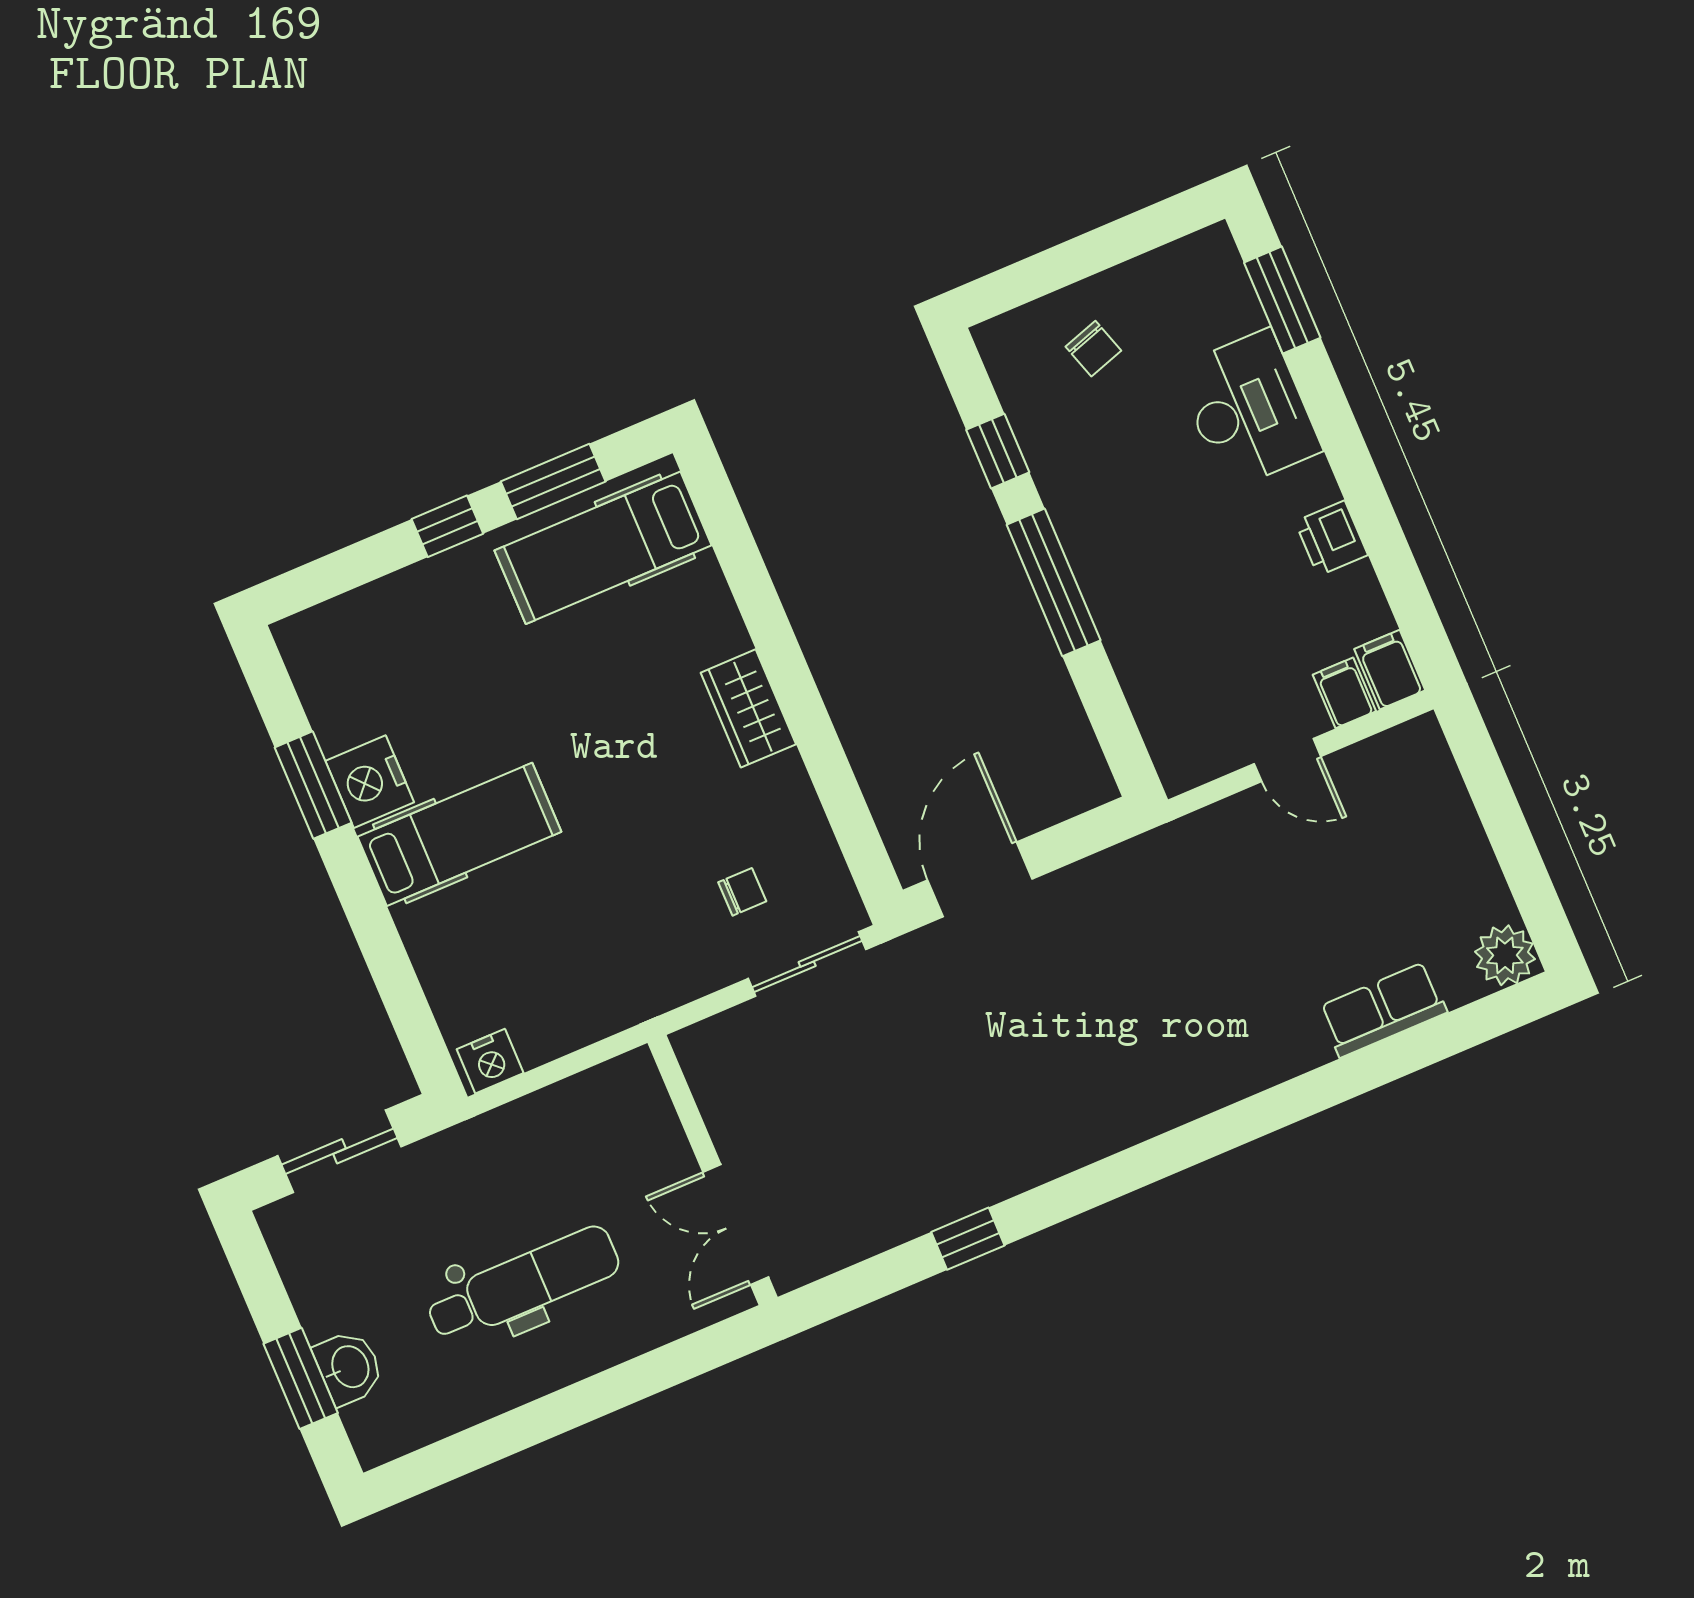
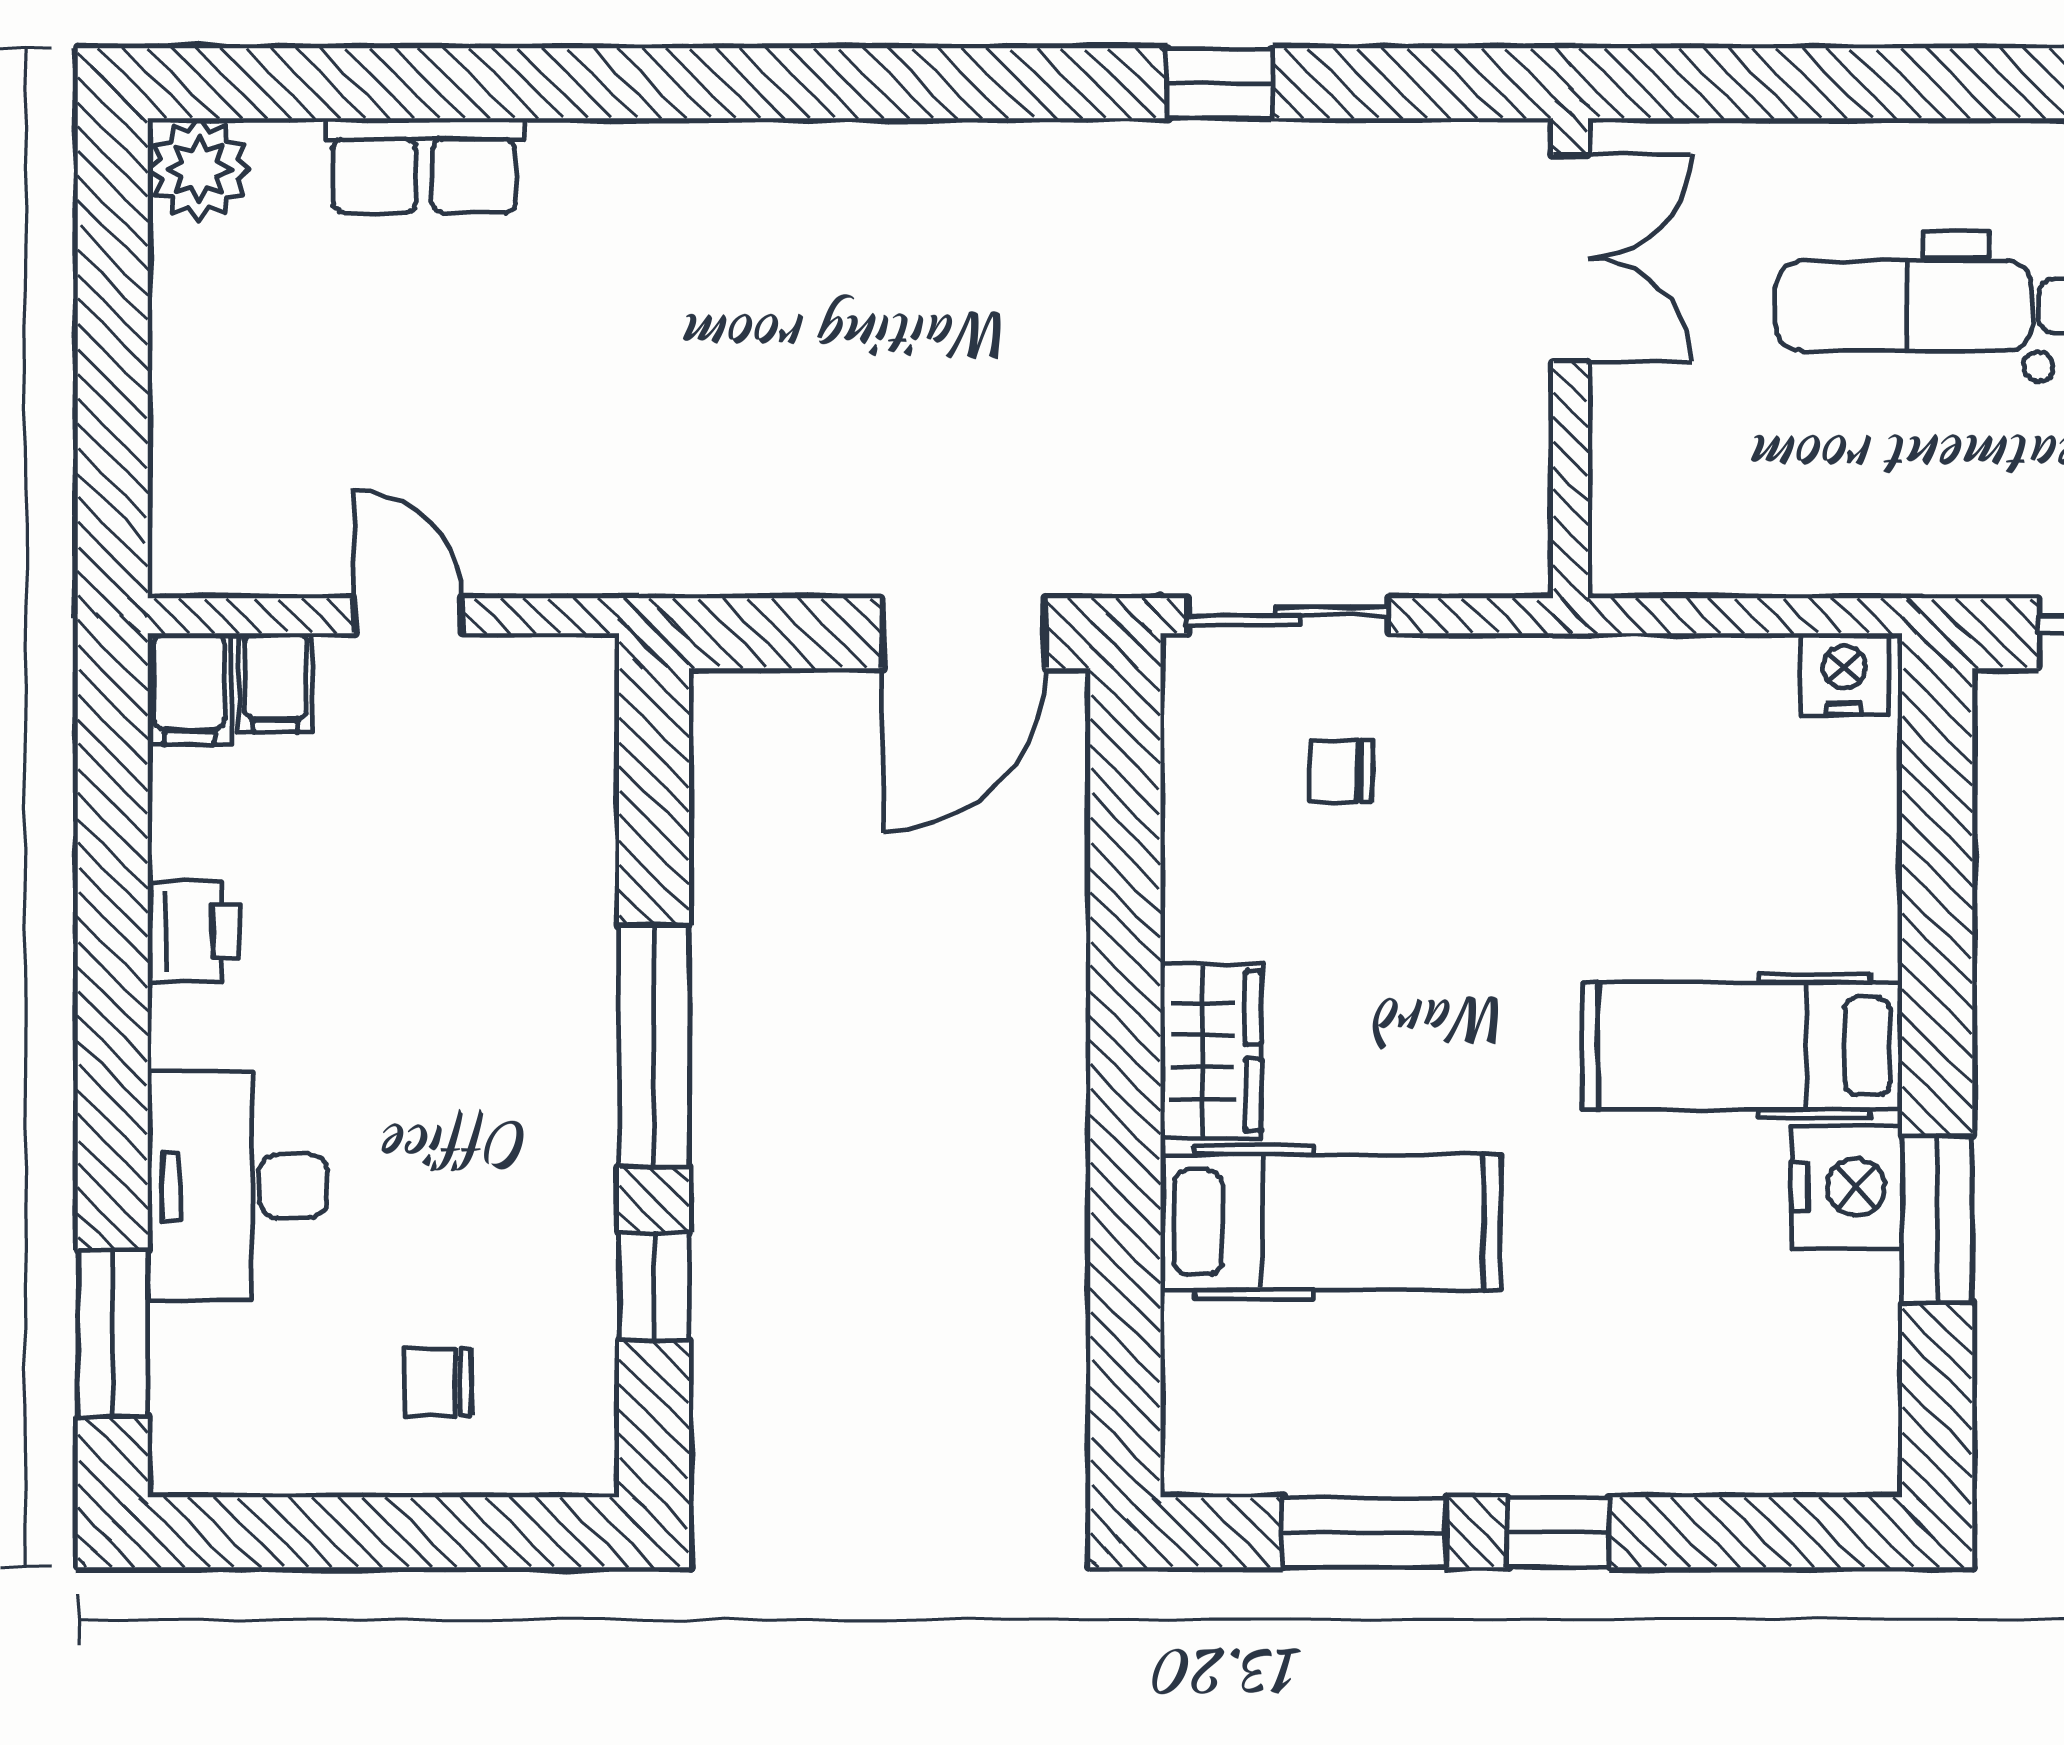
chair: (1093, 349) -> (438, 1382), turned -72
hospital bed: (603, 548) -> (1331, 1222), moved

